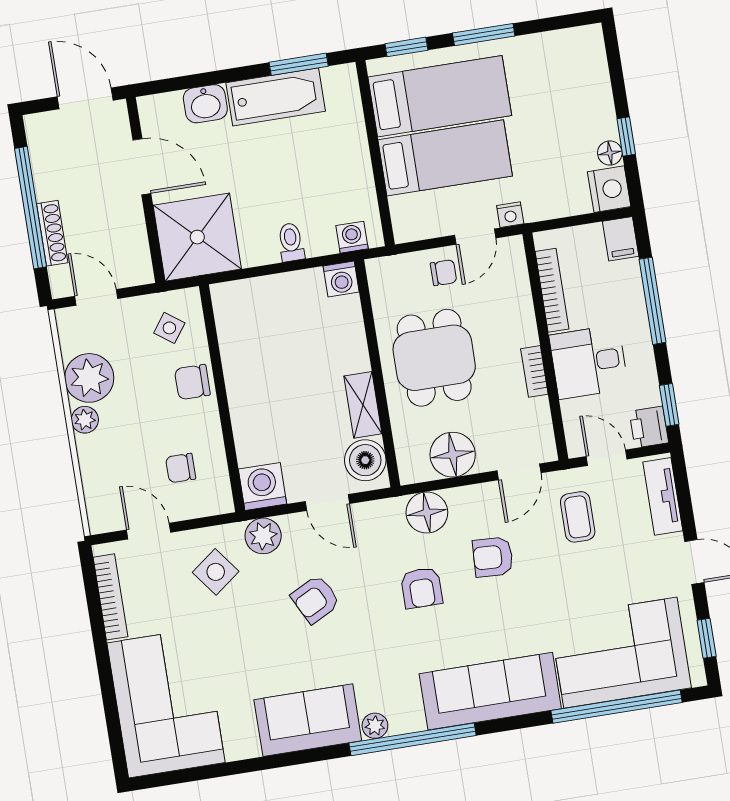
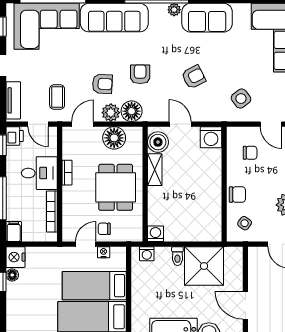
nightstand: (510, 215) -> (104, 252), moved
shower: (197, 237) -> (204, 266), moved
plant: (263, 536) -> (111, 113), moved

